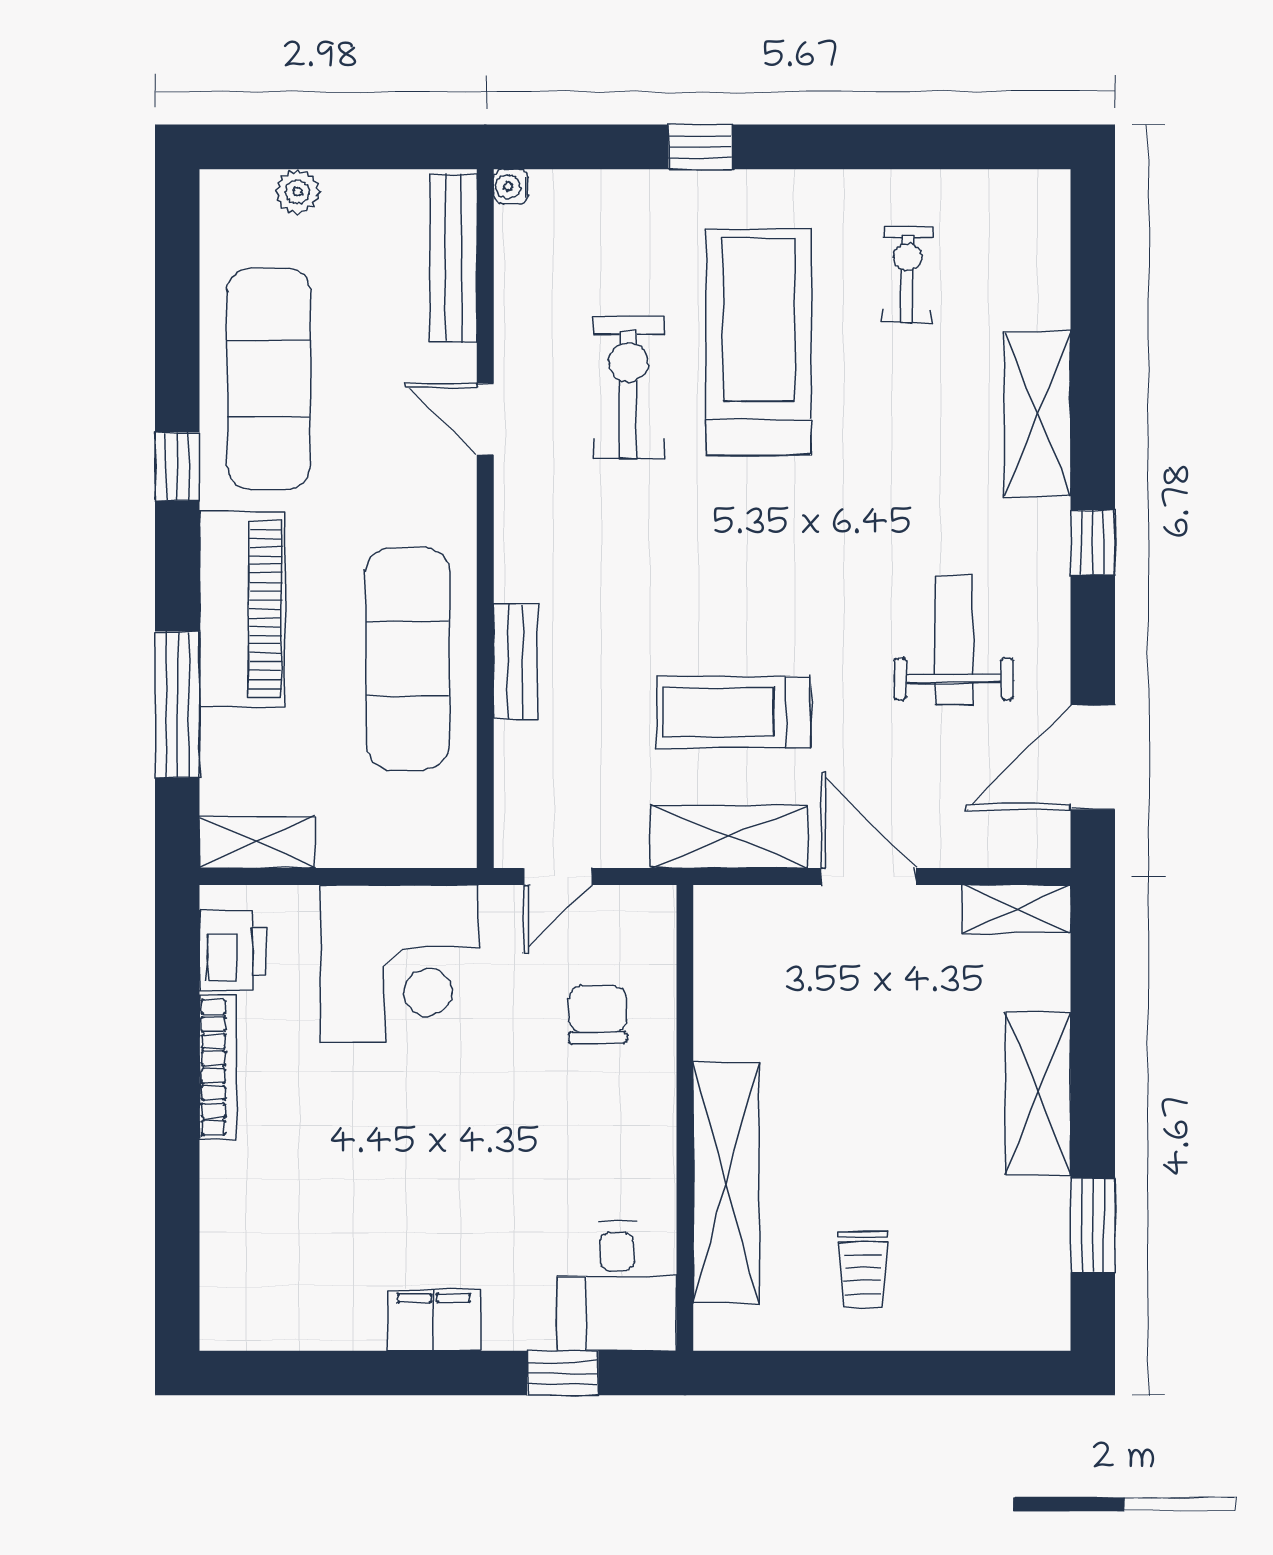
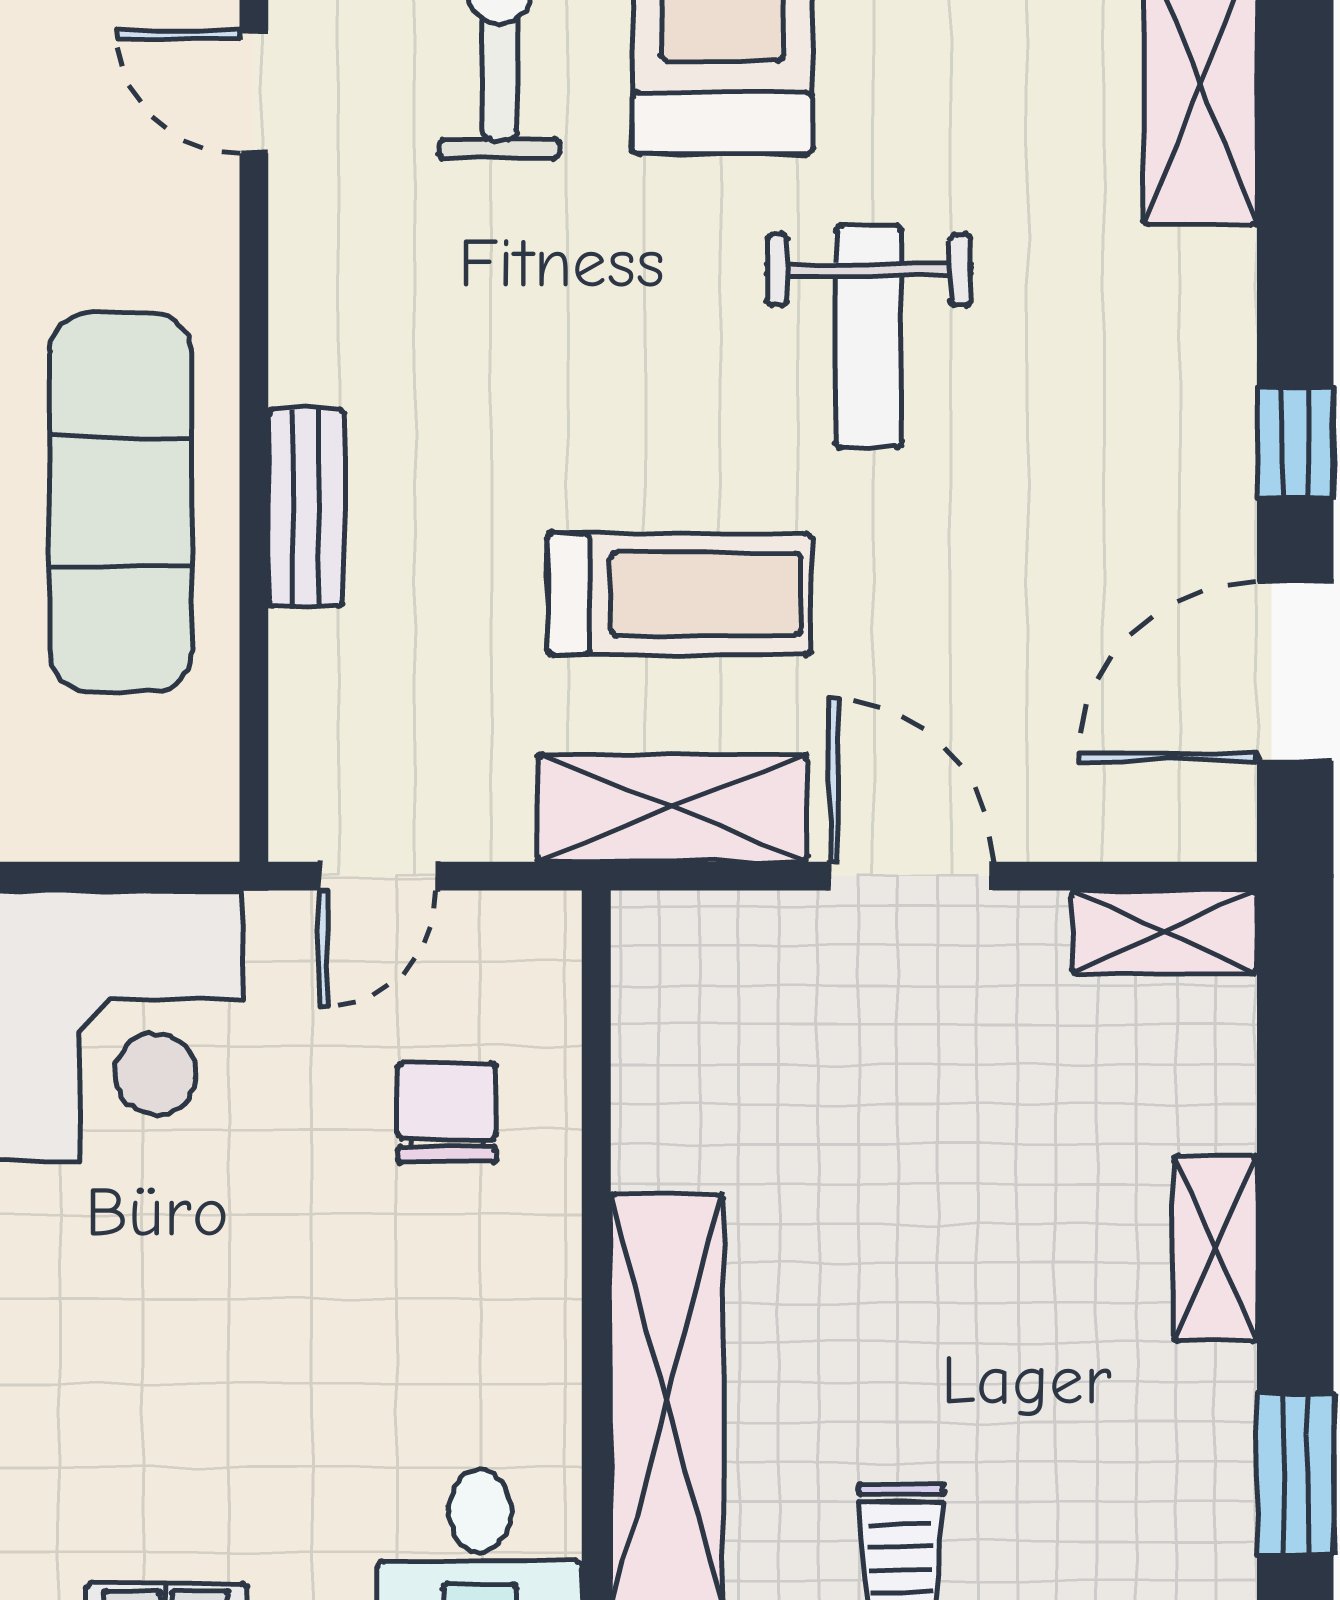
window: (1093, 542) -> (1295, 443), moved
weight bench: (954, 640) -> (869, 337), moved, turned 180
treadmill: (733, 712) -> (679, 594), turned 180
shelving: (1038, 1094) -> (1215, 1249), width x0.67, depth x0.75

